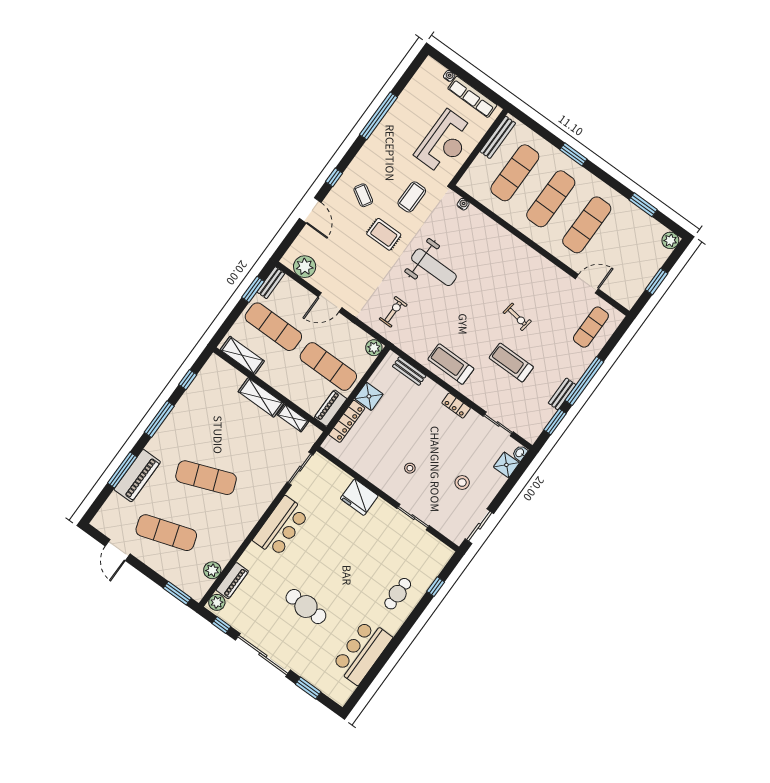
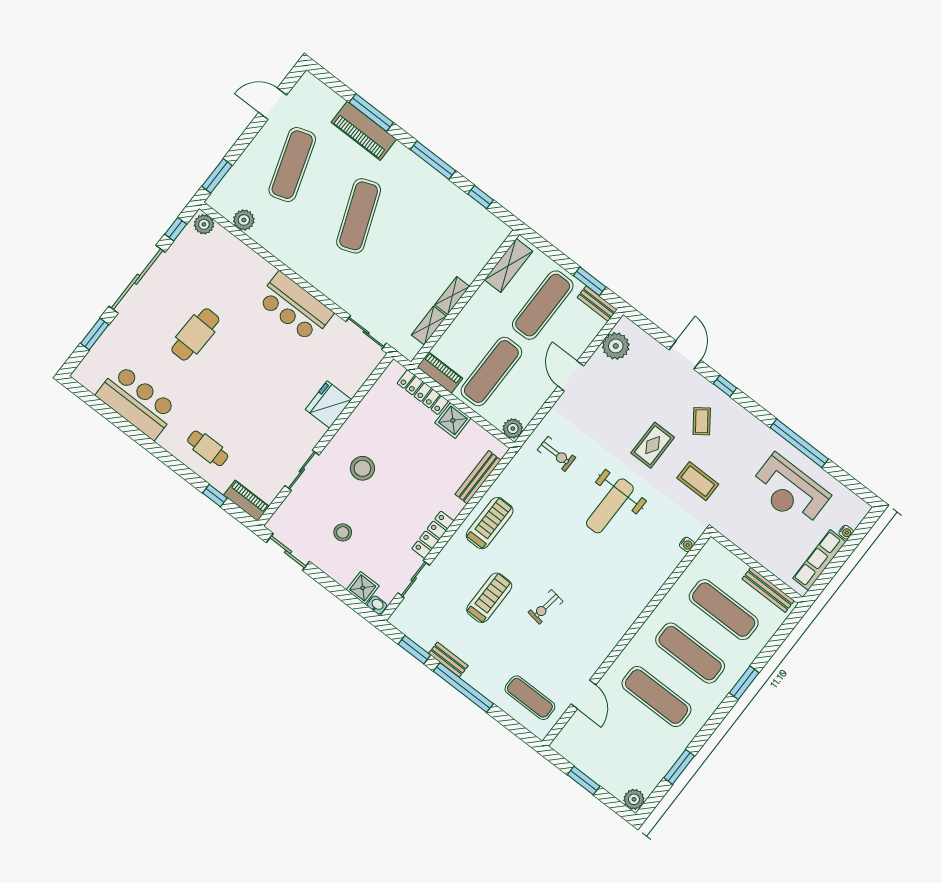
reception desk: (445, 142) -> (790, 491), moved
coffee table: (363, 195) -> (702, 421), turned -67
door: (310, 210) -> (685, 355), swing flipped
bench: (409, 371) -> (478, 477), width x1.36
shelving: (261, 397) -> (452, 296), width x0.67, depth x0.75
locker: (456, 406) -> (433, 535), width x1.53
stool: (410, 468) -> (362, 468), width x1.89, depth x1.89
piano: (232, 581) -> (246, 501), moved, turned 180

